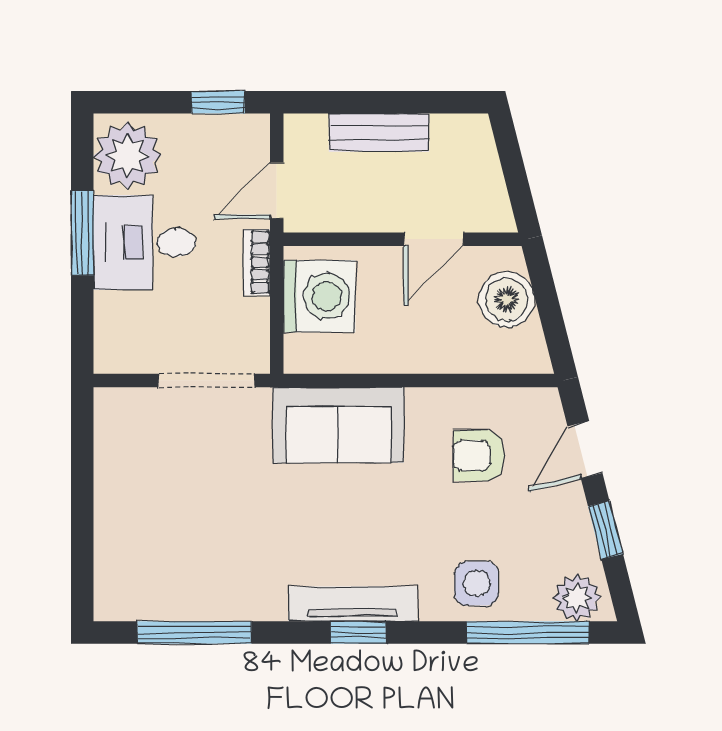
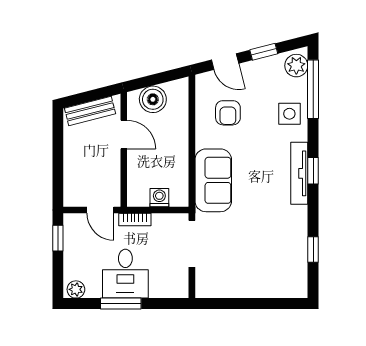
bench: (379, 132) -> (90, 111), moved, turned 76
plant: (127, 156) -> (76, 289), width x0.53, depth x0.53
washing machine: (319, 296) -> (159, 198), width x0.53, depth x0.53
window: (194, 632) -> (313, 250), width x0.46

